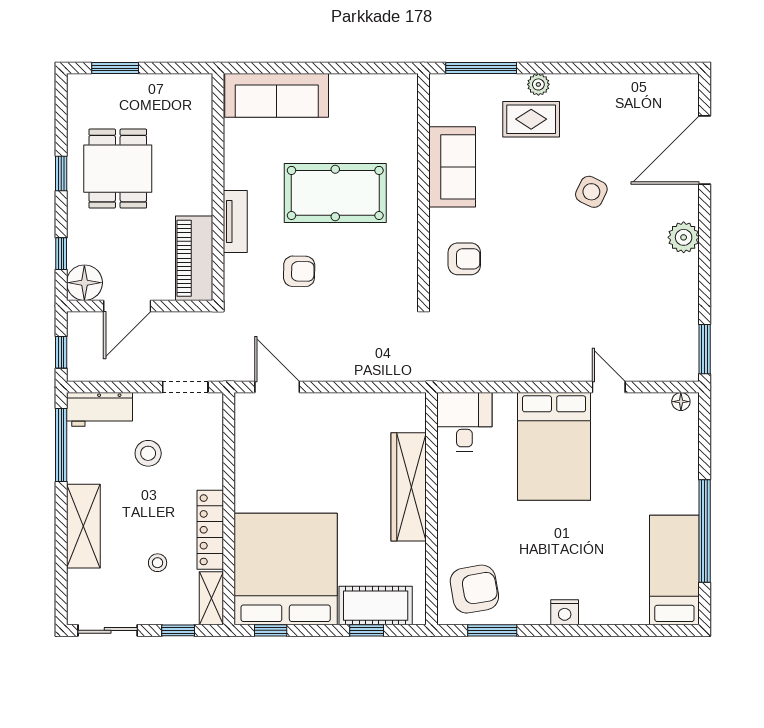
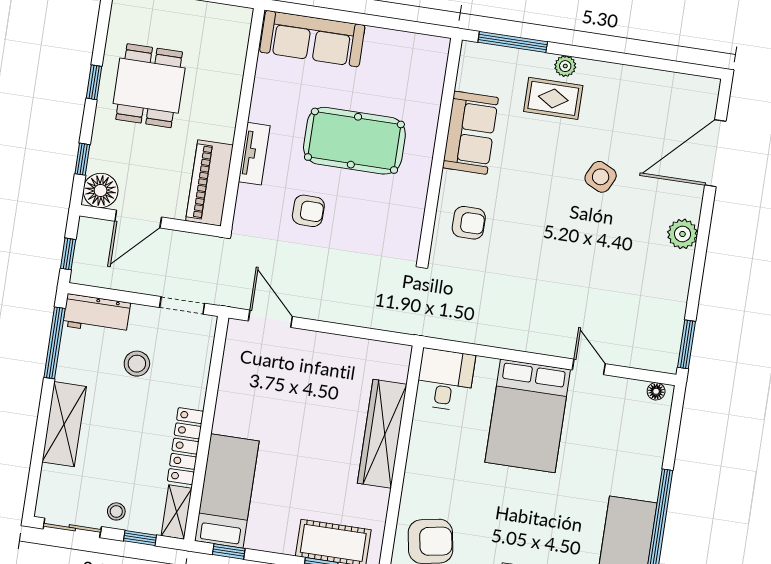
stool: (158, 563) -> (116, 511), moved
bed: (286, 569) -> (227, 491), width x0.49

